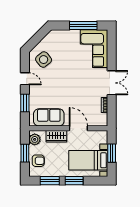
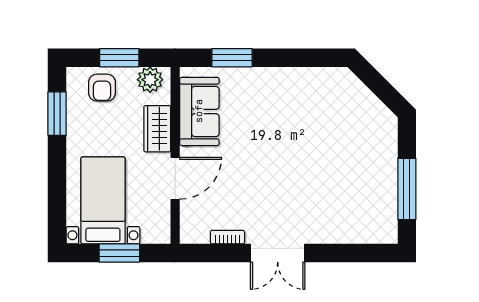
corner sofa: (94, 49) -> (355, 213), removed
side table: (44, 60) -> (330, 100), removed
door: (25, 79) -> (287, 58), removed
window: (74, 181) -> (57, 169), removed

